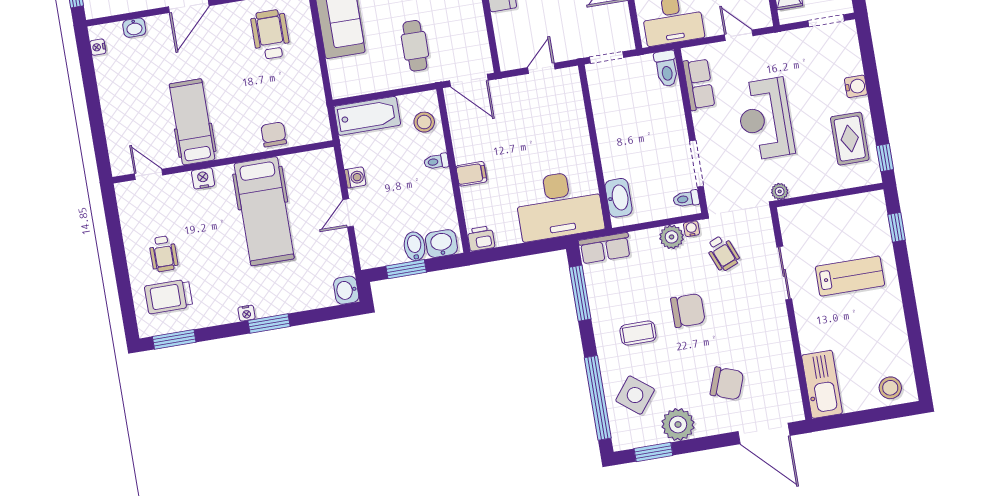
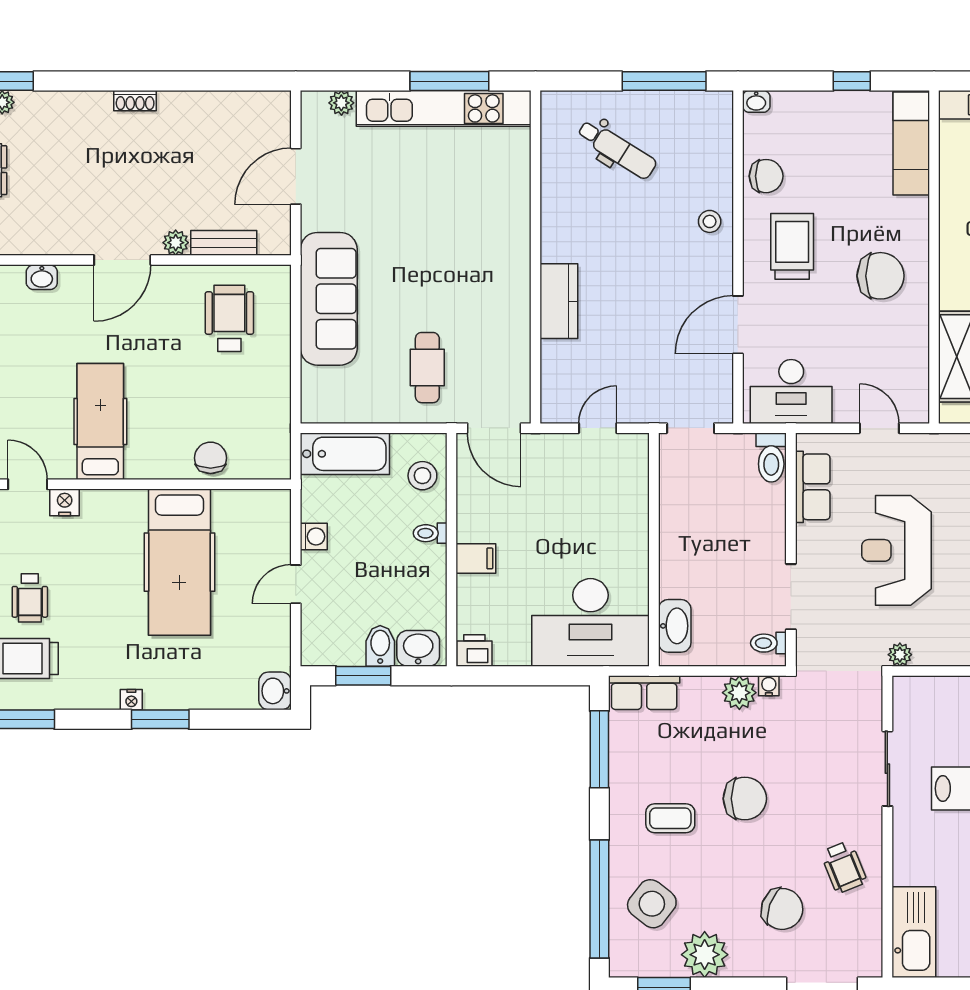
nightstand: (203, 178) -> (65, 502), moved
wheelchair: (723, 253) -> (844, 867), moved

